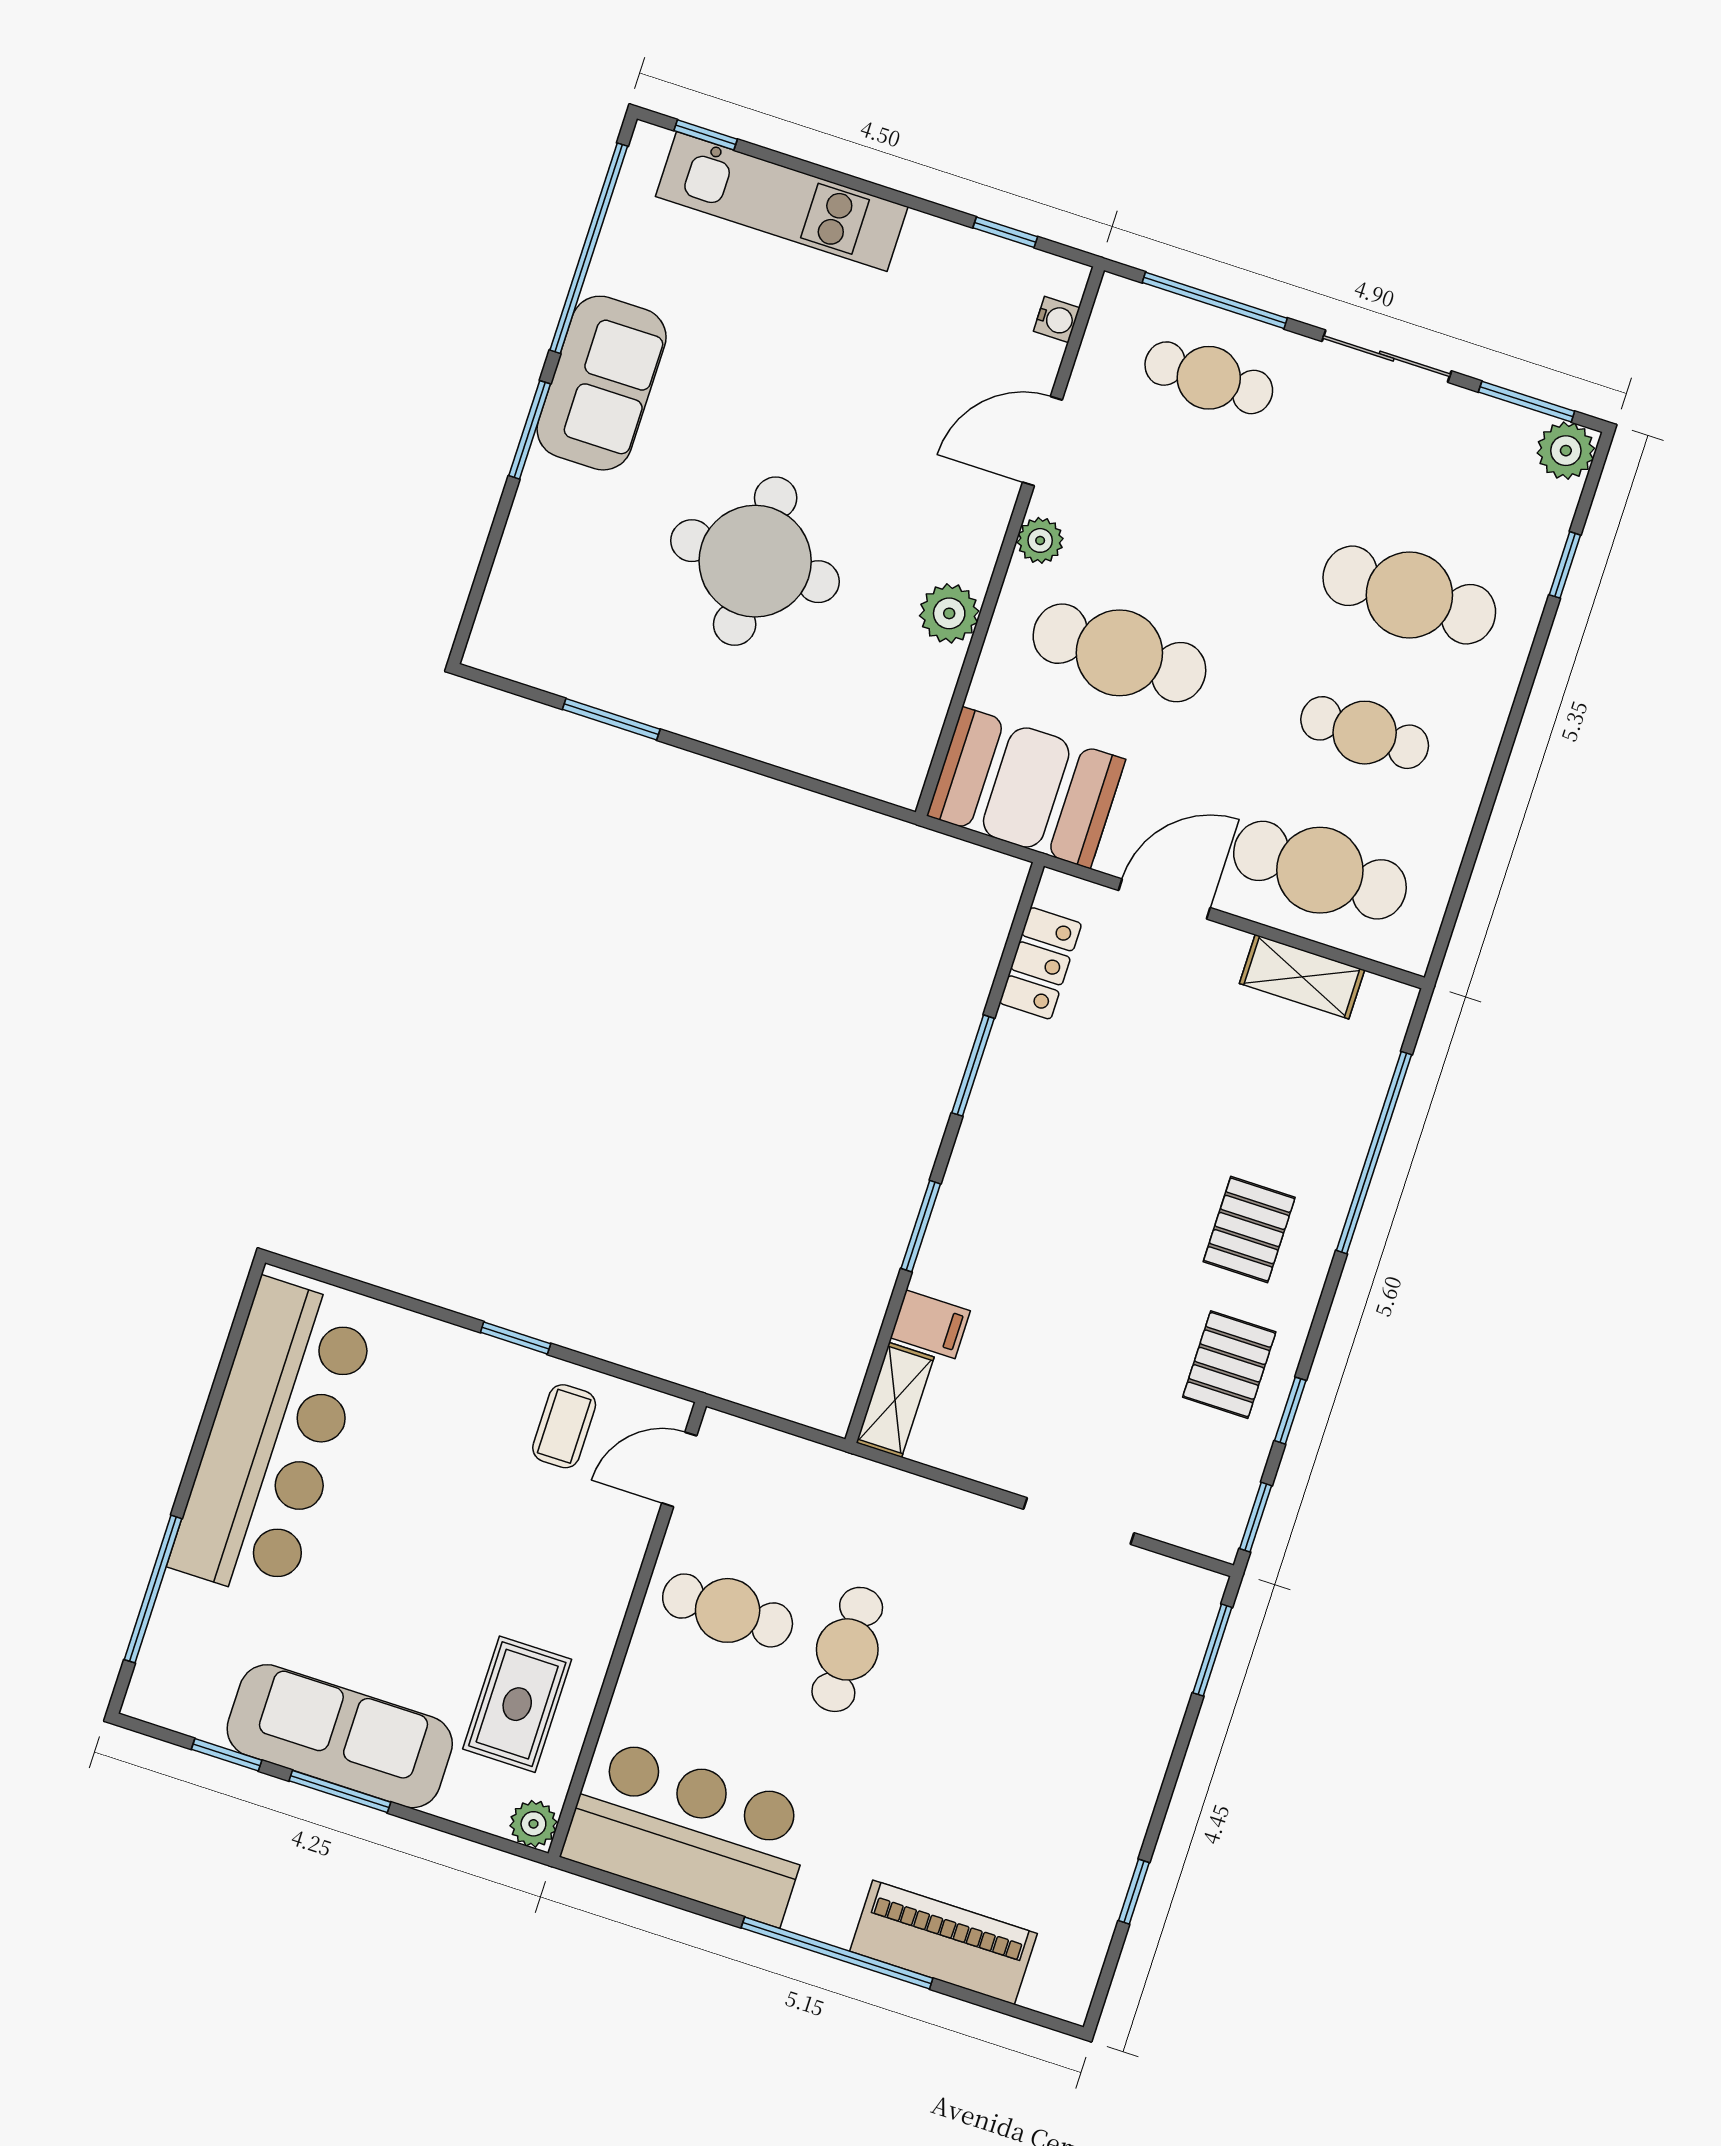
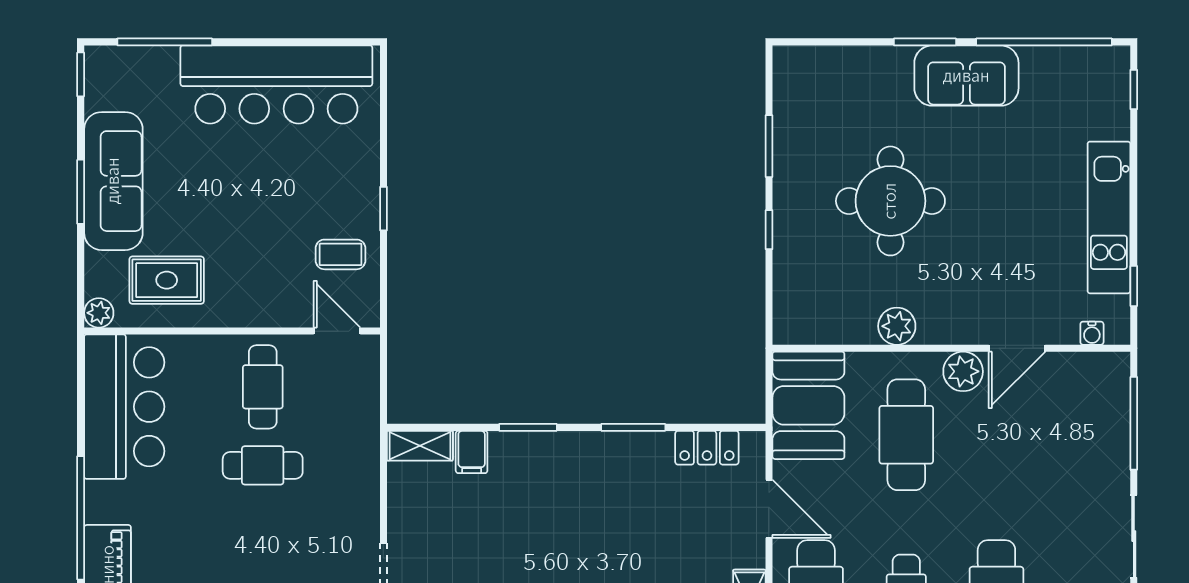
kitchen unit: (782, 201) -> (1109, 217), moved
cafe table: (1209, 378) -> (1087, 435), removed
door: (1042, 441) -> (1017, 348), swing flipped
plant: (1040, 540) -> (963, 371), width x1.38, depth x1.38
window: (739, 761) -> (769, 230), added
window: (227, 1755) -> (81, 74), moved

